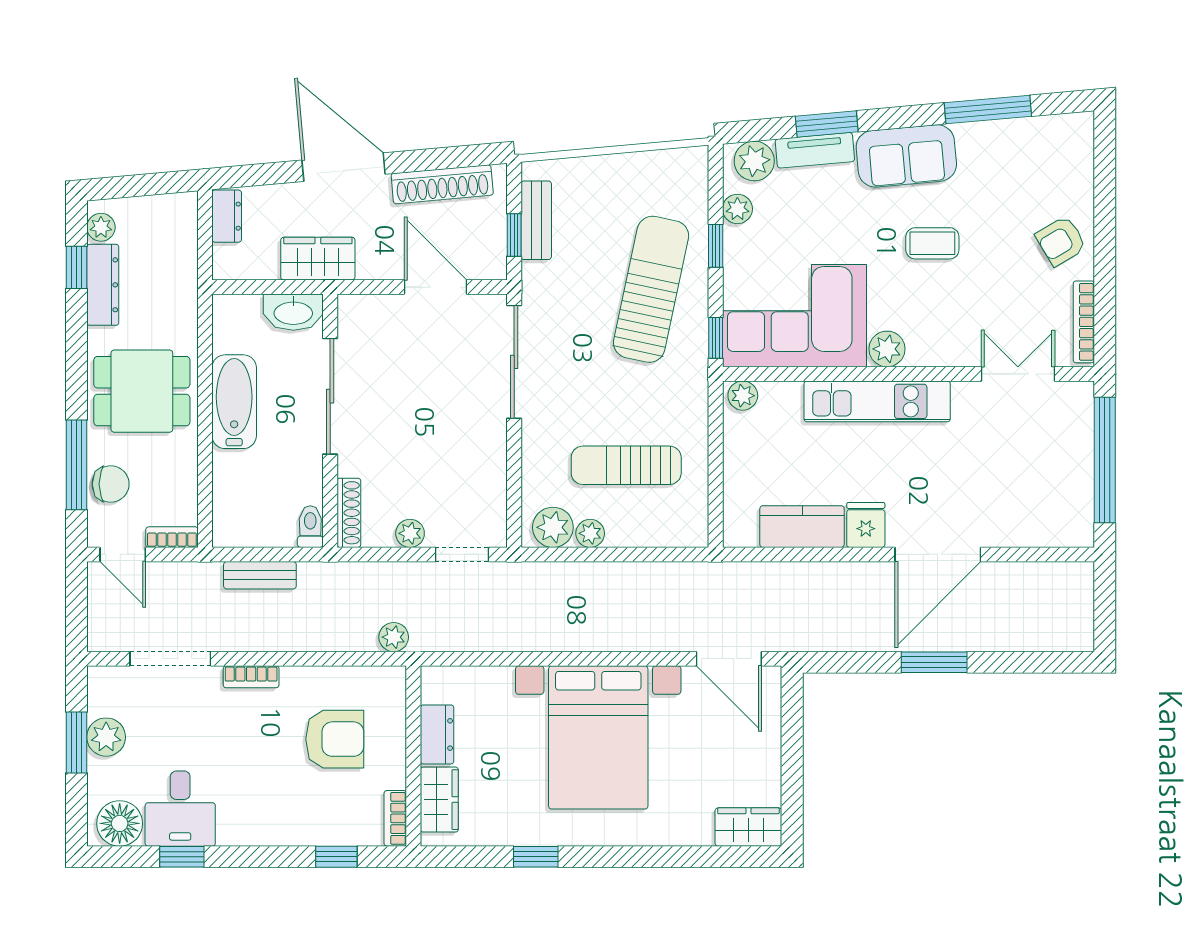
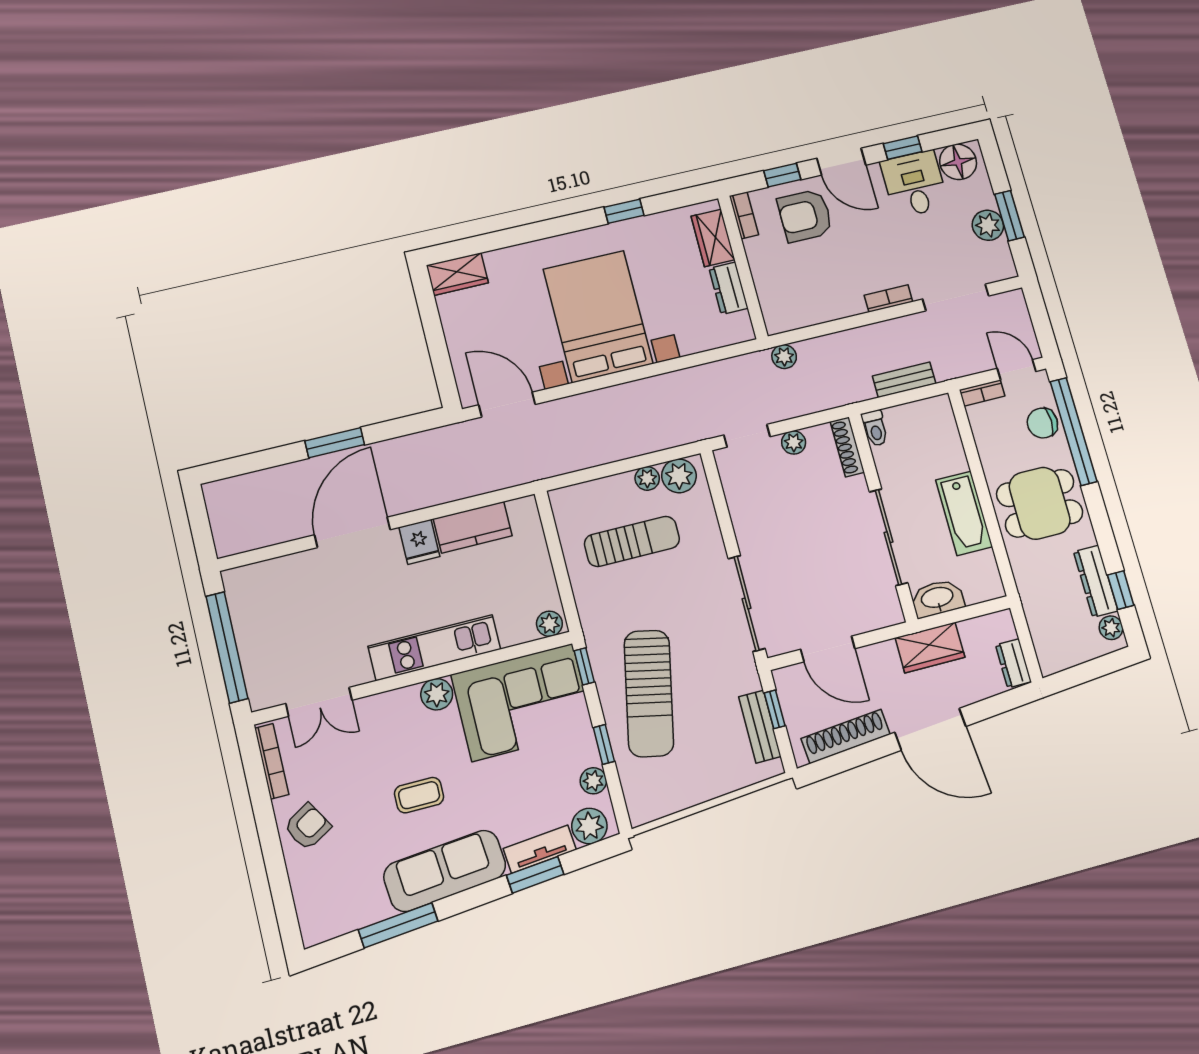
sofa: (906, 156) -> (445, 871), width x1.36
window: (76, 465) -> (1074, 431), width x1.46
armchair: (335, 739) -> (805, 216), moved
door: (261, 857) -> (841, 162), added

